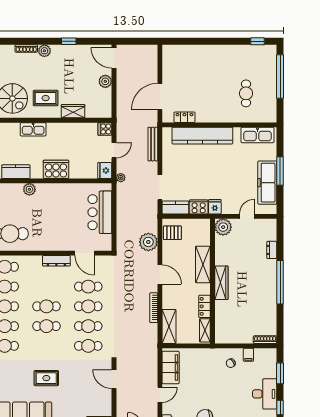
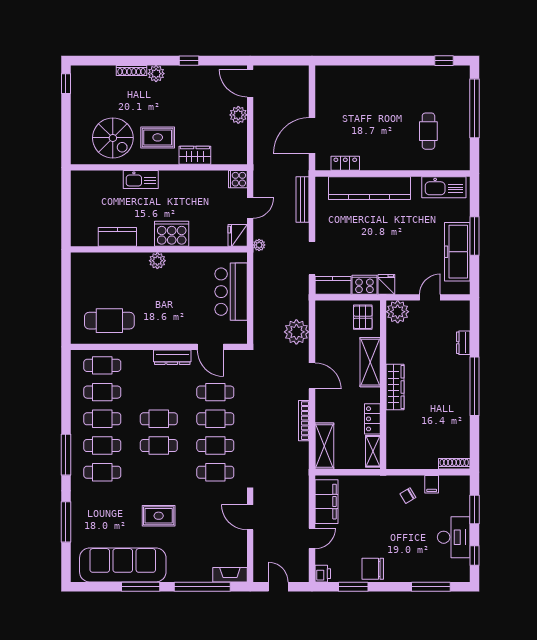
plant: (29, 189) -> (157, 261), moved
pallet: (172, 233) -> (363, 317), moved, turned 90

